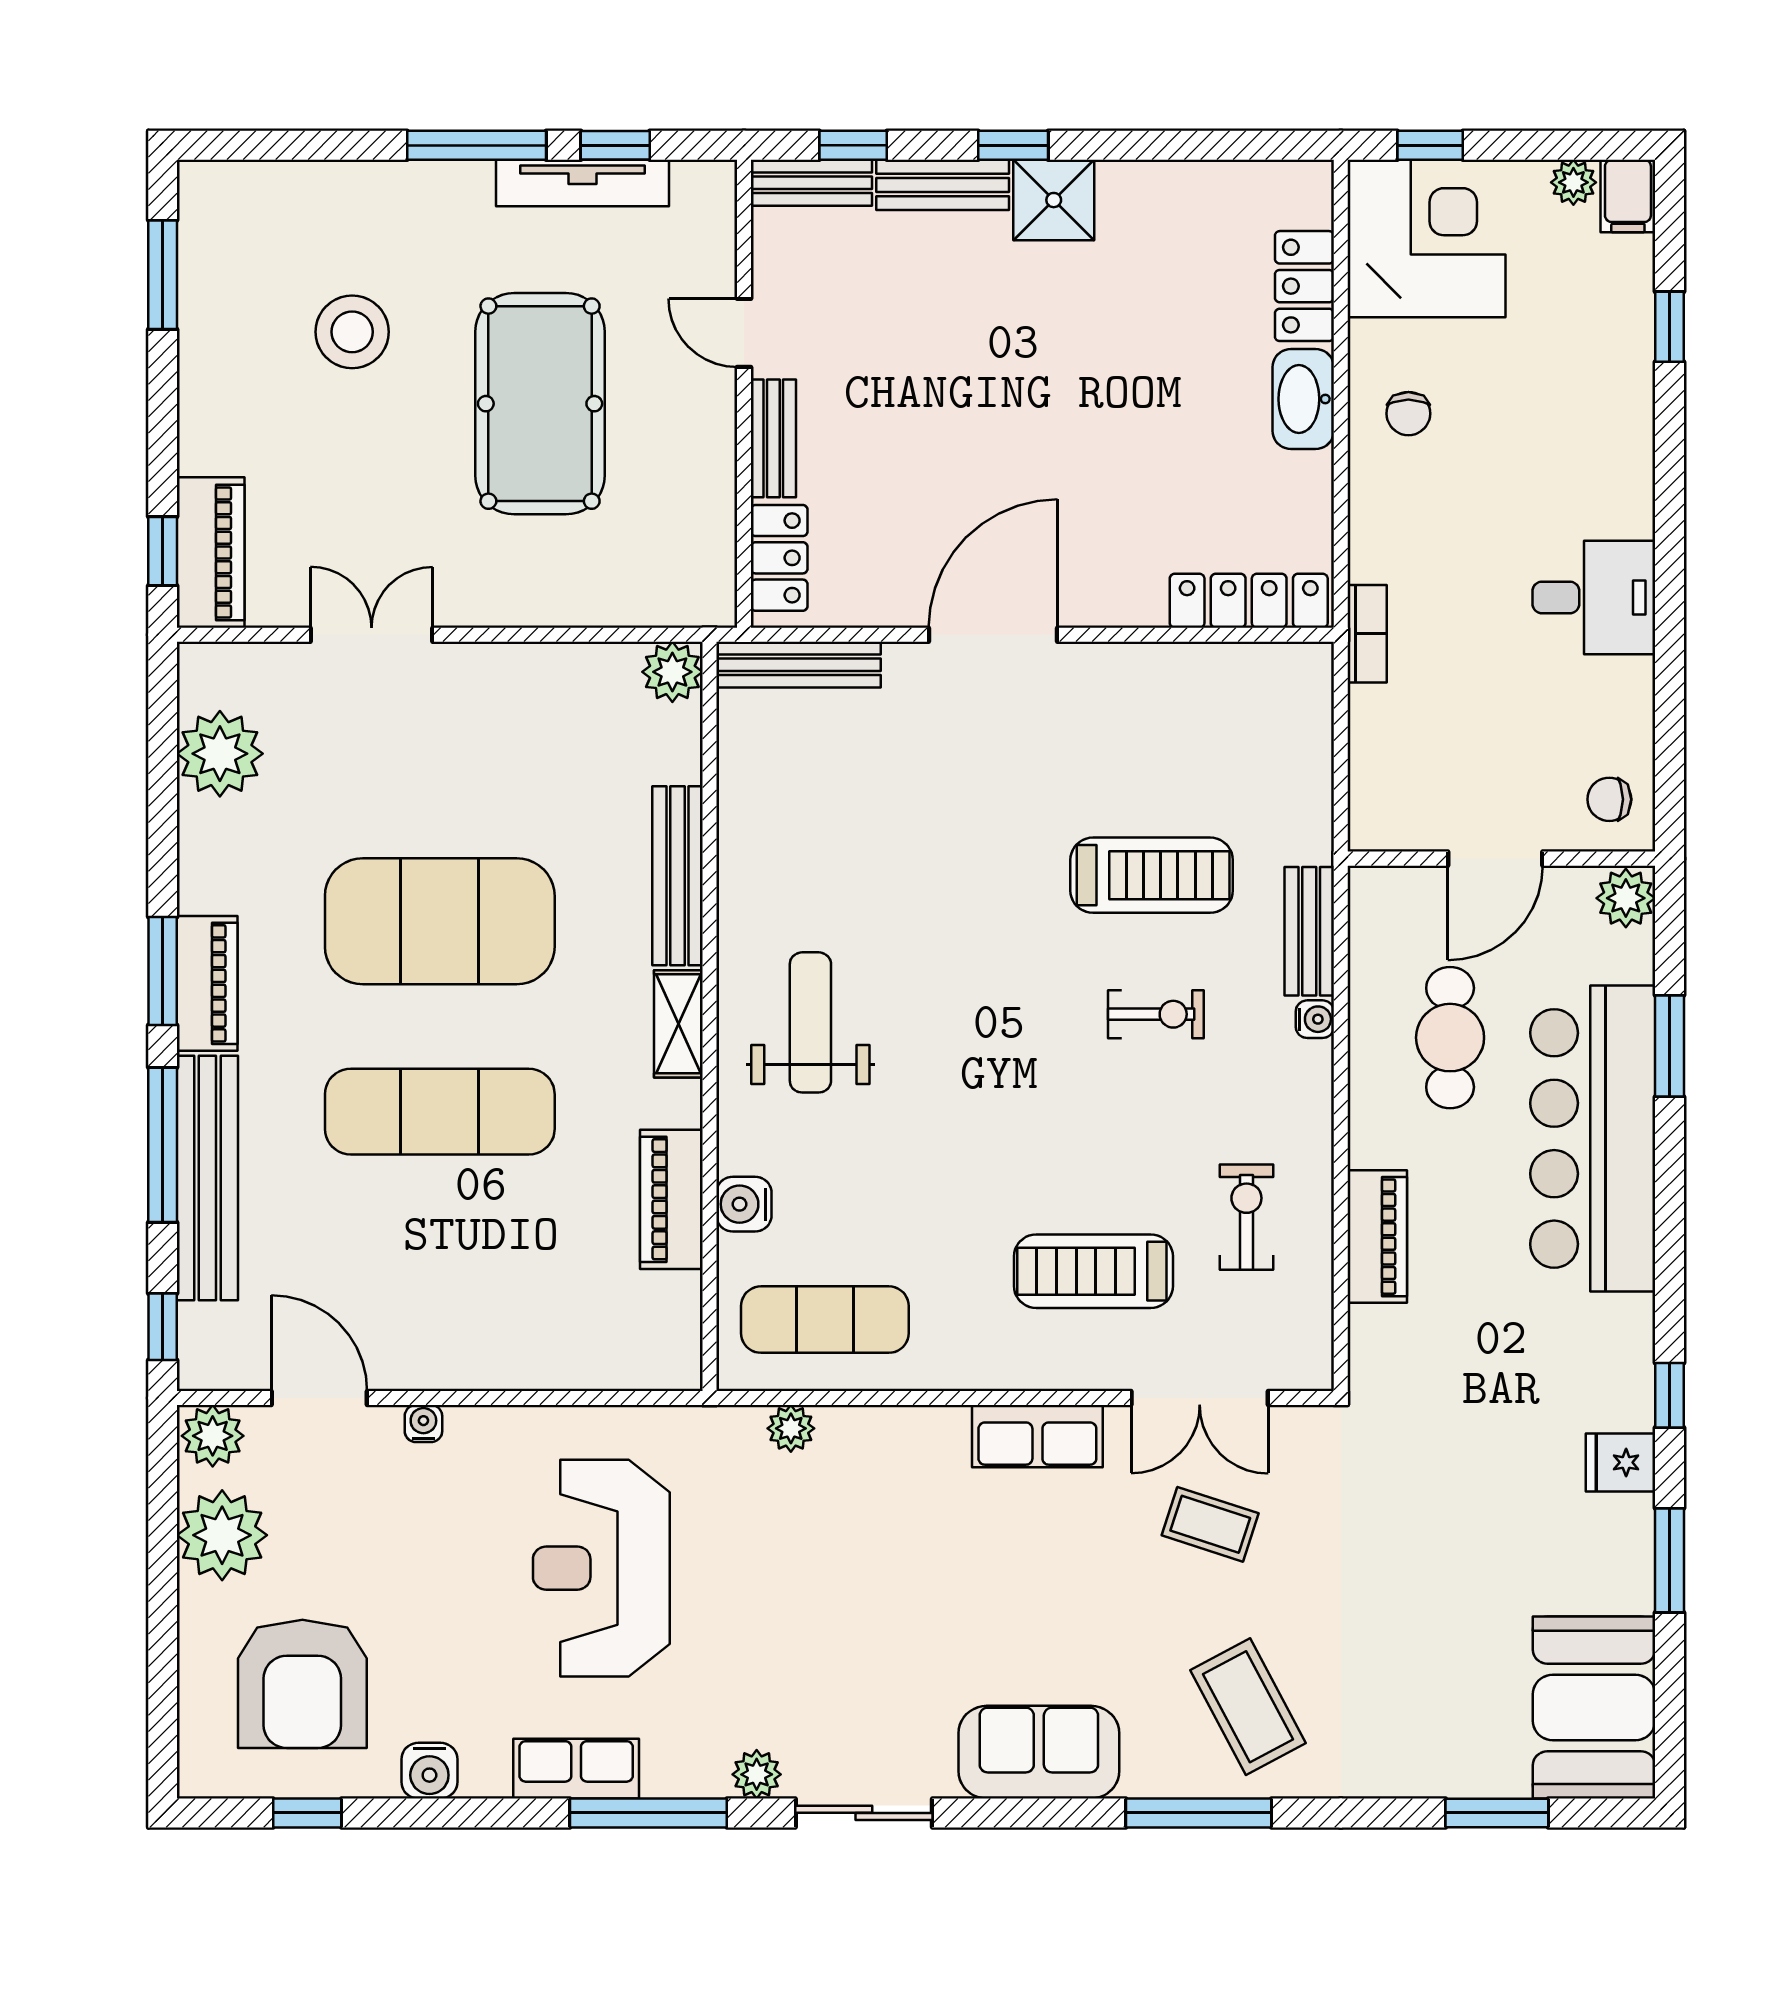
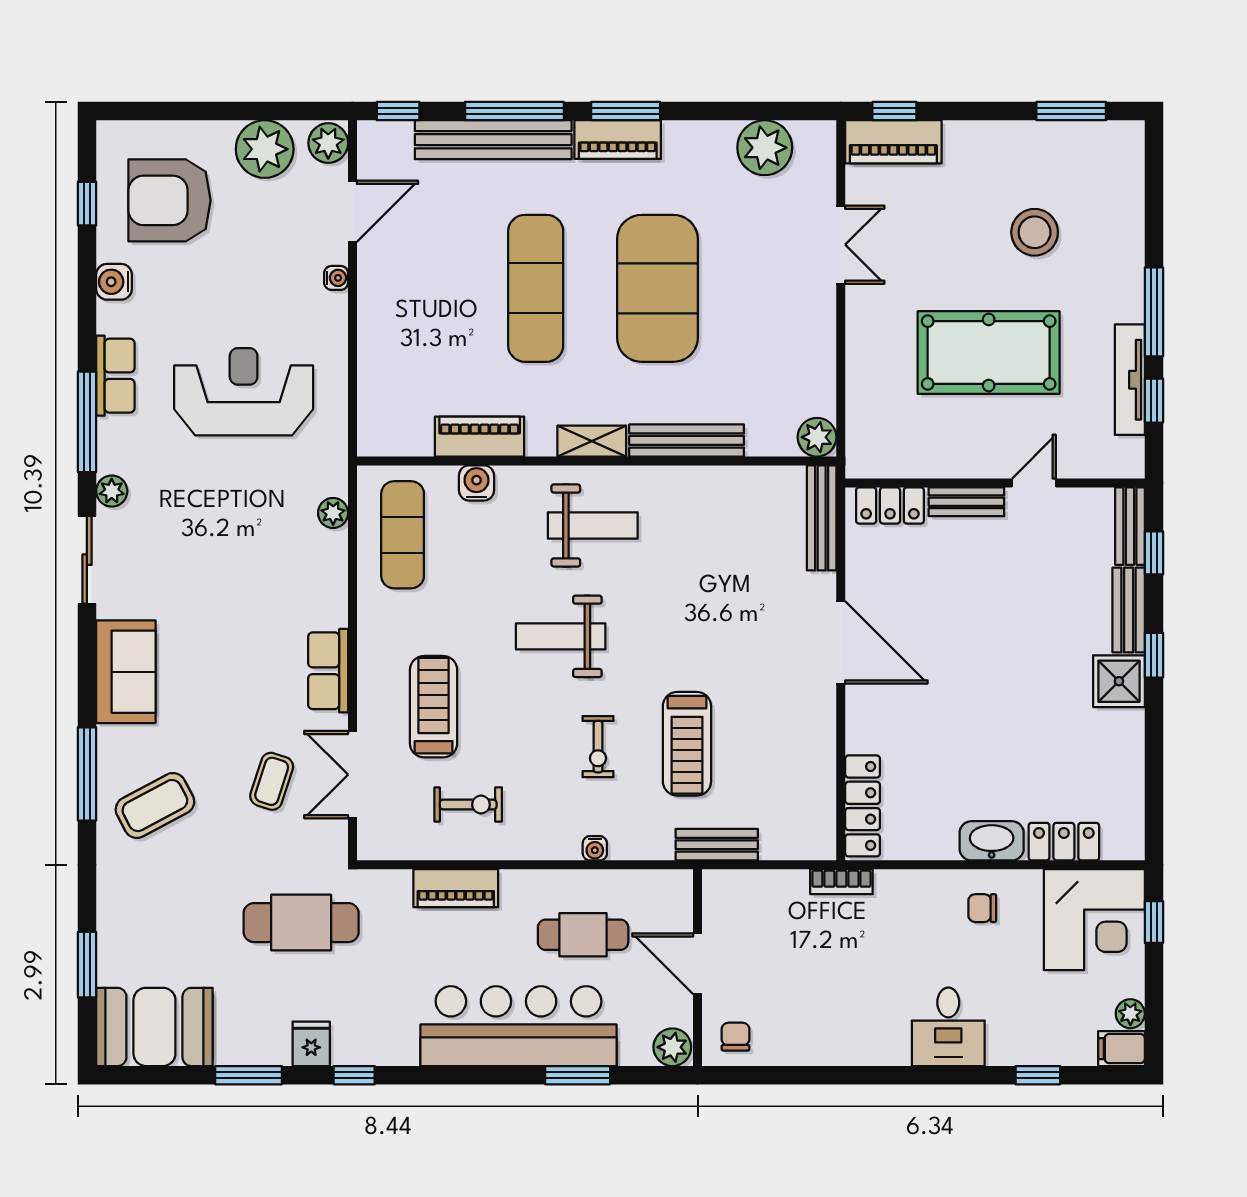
desk: (1594, 597) -> (948, 1027), moved
bench: (1309, 931) -> (717, 845), moved
weight bench: (984, 1073) -> (561, 636), added
cafe table: (1431, 1478) -> (301, 923), added

